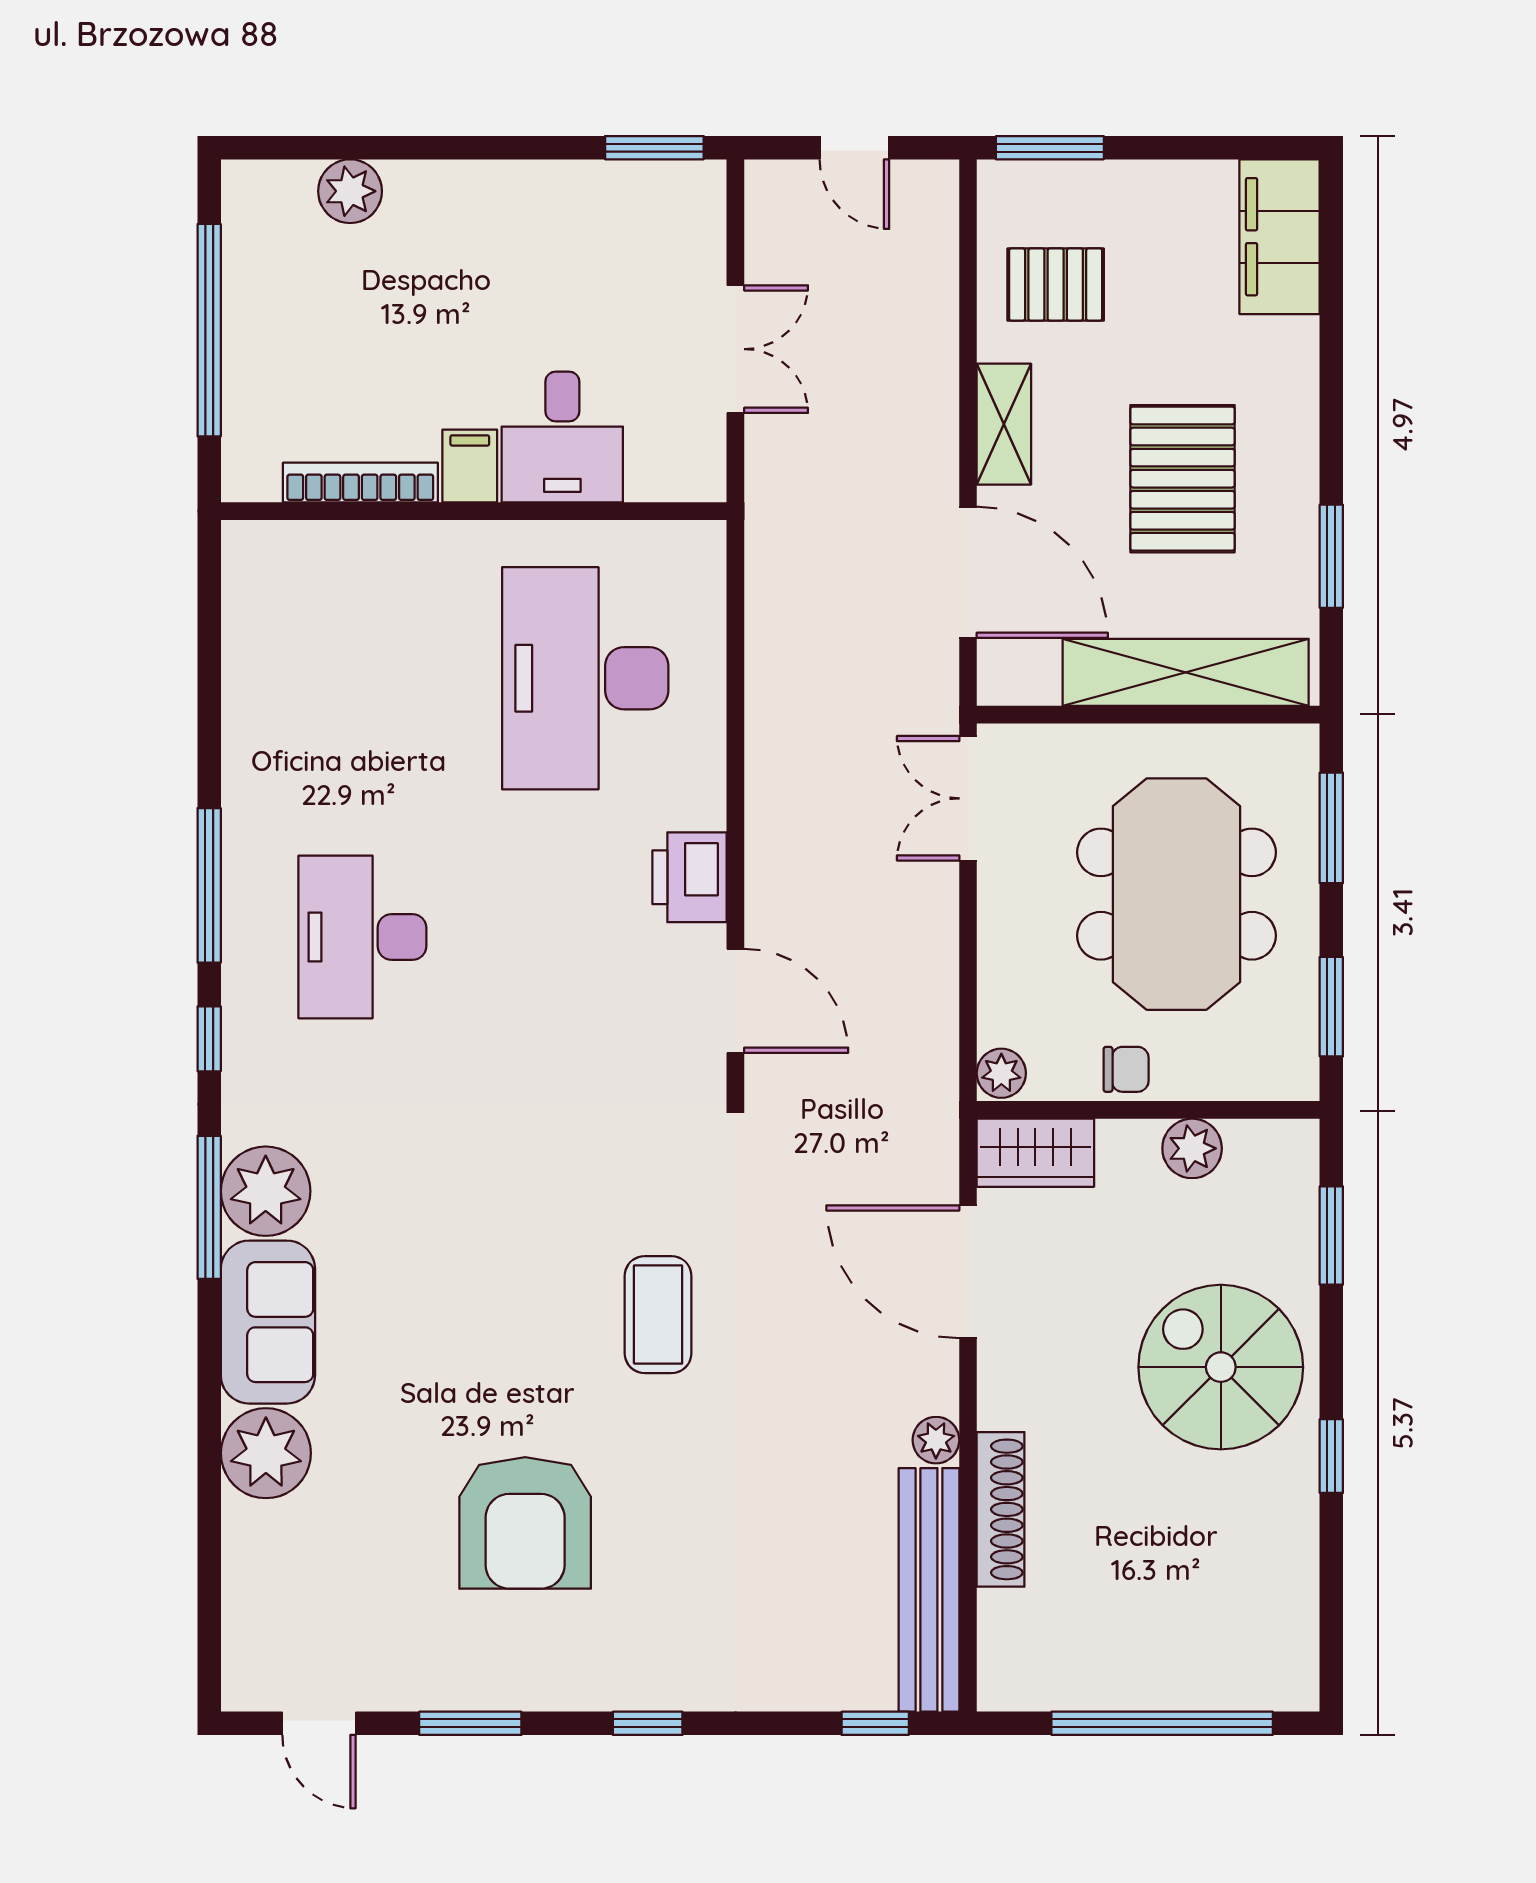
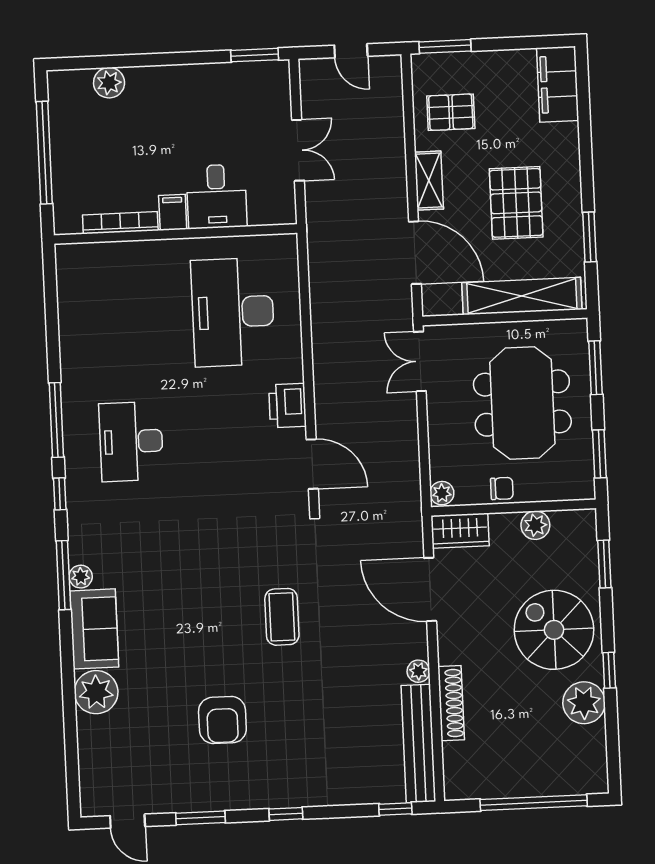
plant: (266, 1191) -> (81, 577), width x0.53, depth x0.53
plant: (1276, 1521) -> (584, 703), added
armchair: (525, 1523) -> (222, 720), width x0.73, depth x0.73

